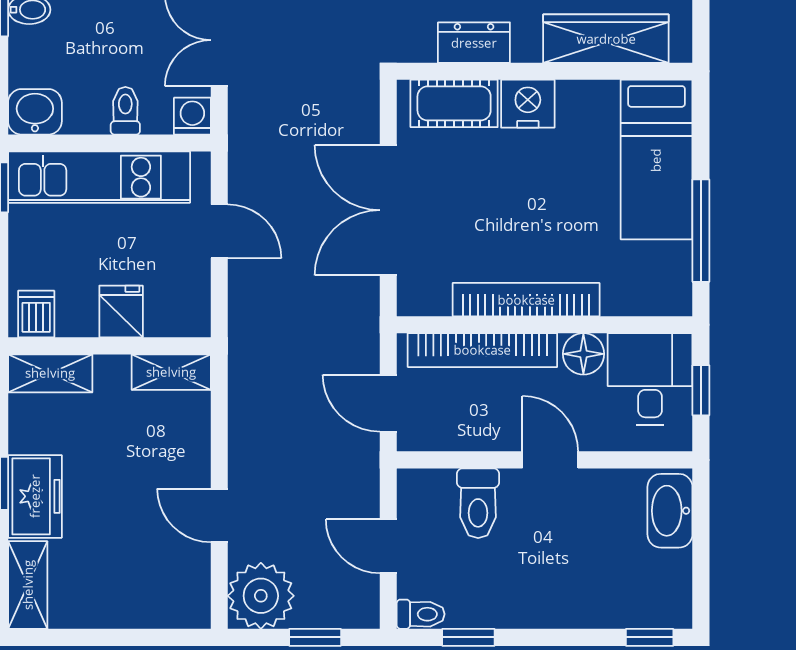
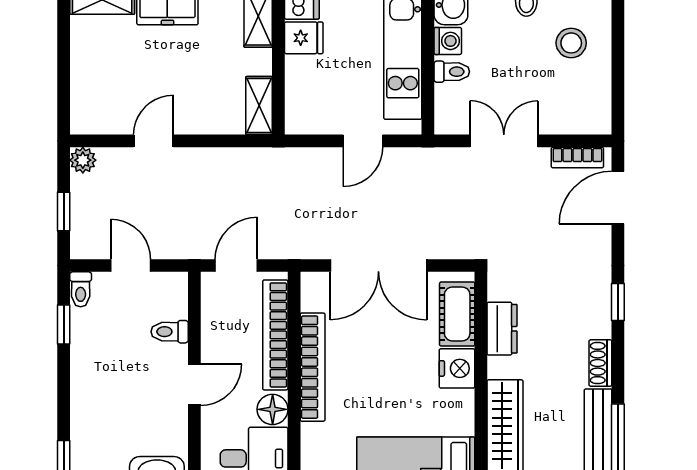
washing machine: (192, 116) -> (448, 41), moved
double door: (388, 210) -> (378, 265), swing flipped
fridge: (121, 311) -> (304, 38), moved
toilet: (478, 503) -> (170, 332), width x0.73, depth x0.72
door: (388, 546) -> (131, 265), hinge flipped
plant: (261, 596) -> (83, 160), width x0.53, depth x0.53

